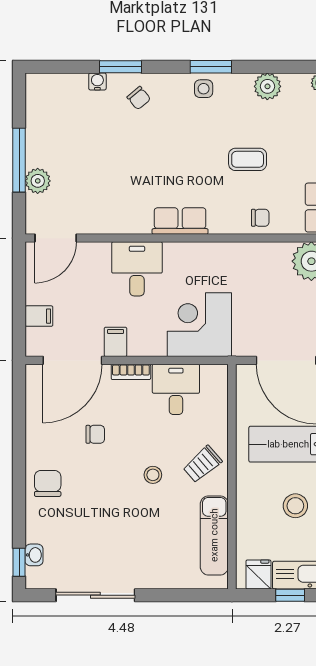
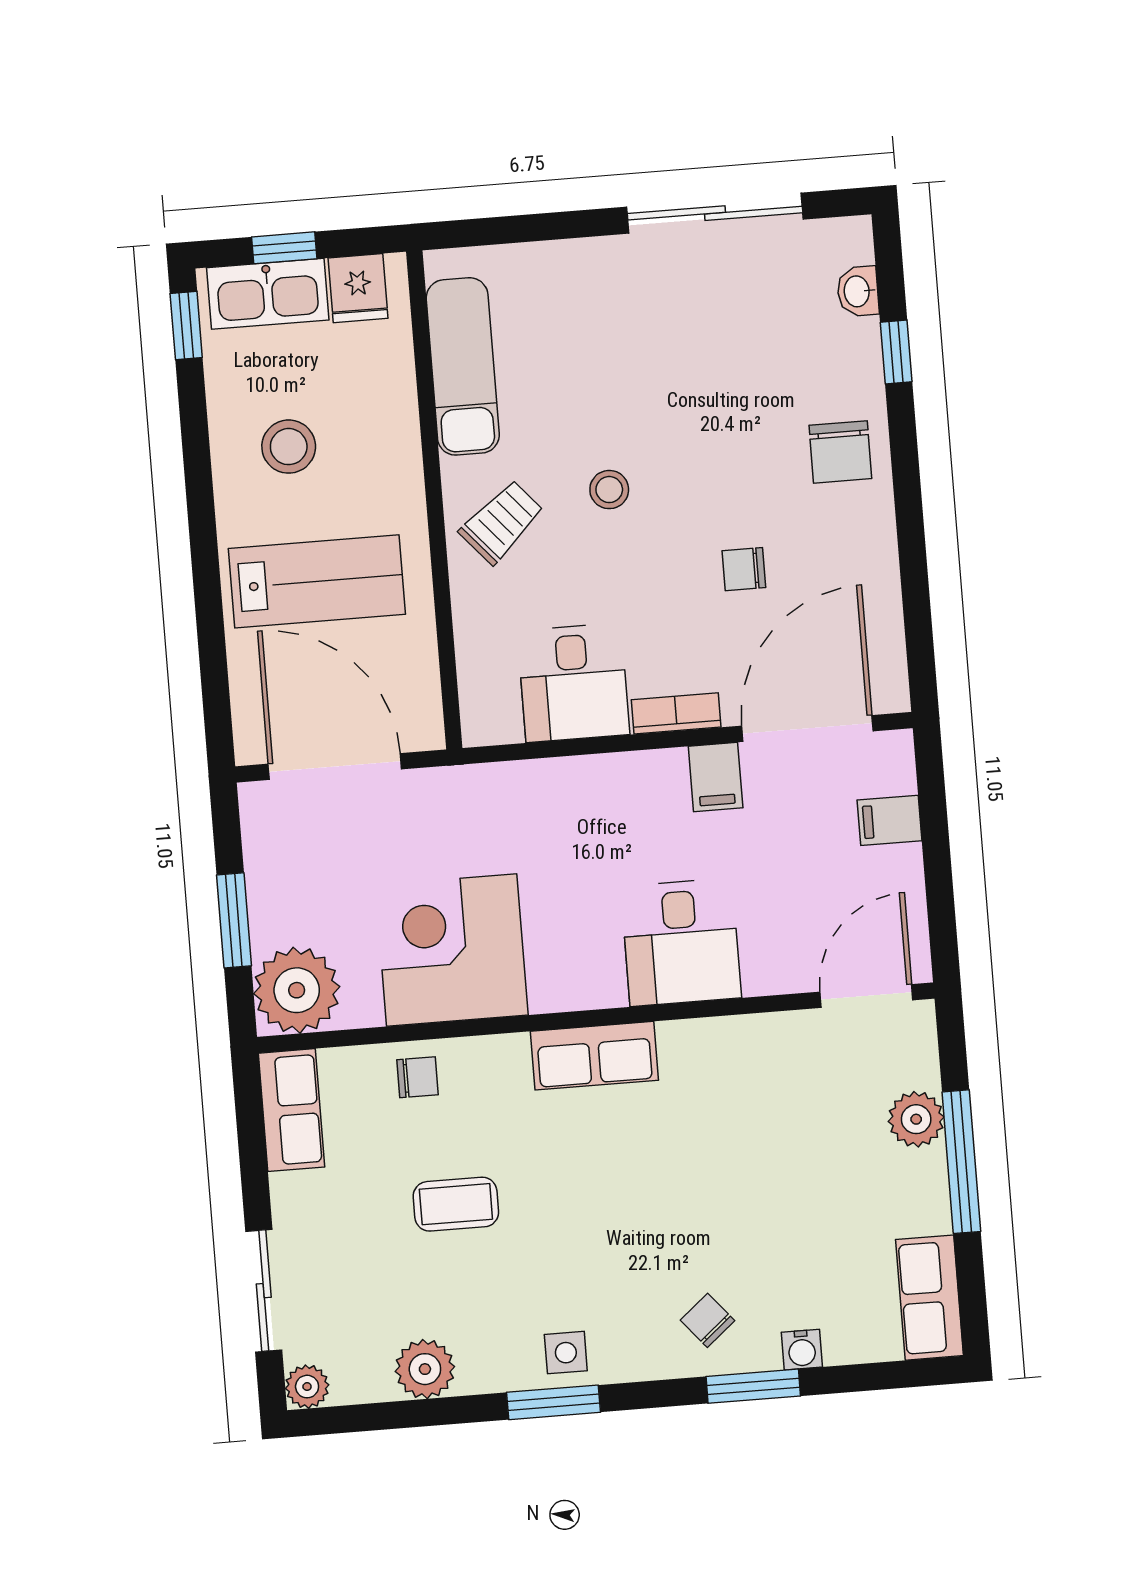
row of seats: (38, 100) -> (930, 1298), added
chair: (260, 218) -> (417, 1077), turned 180
corner desk: (199, 325) -> (452, 950), moved, turned 180
window: (19, 562) -> (896, 352), moved

